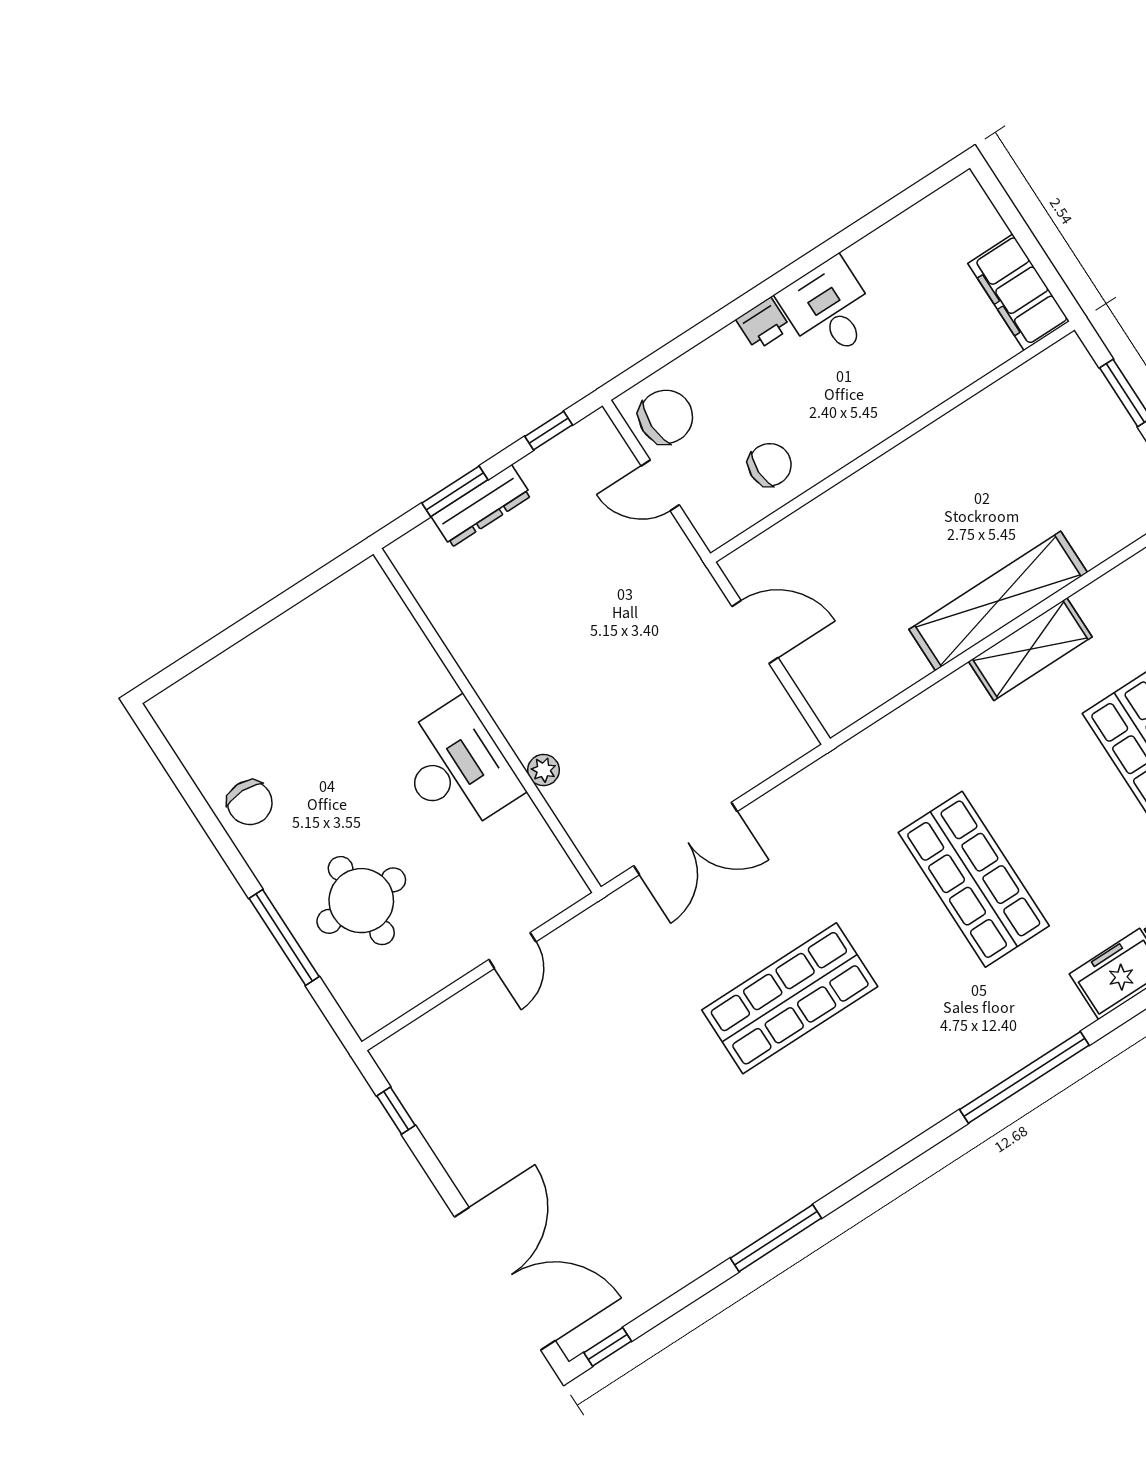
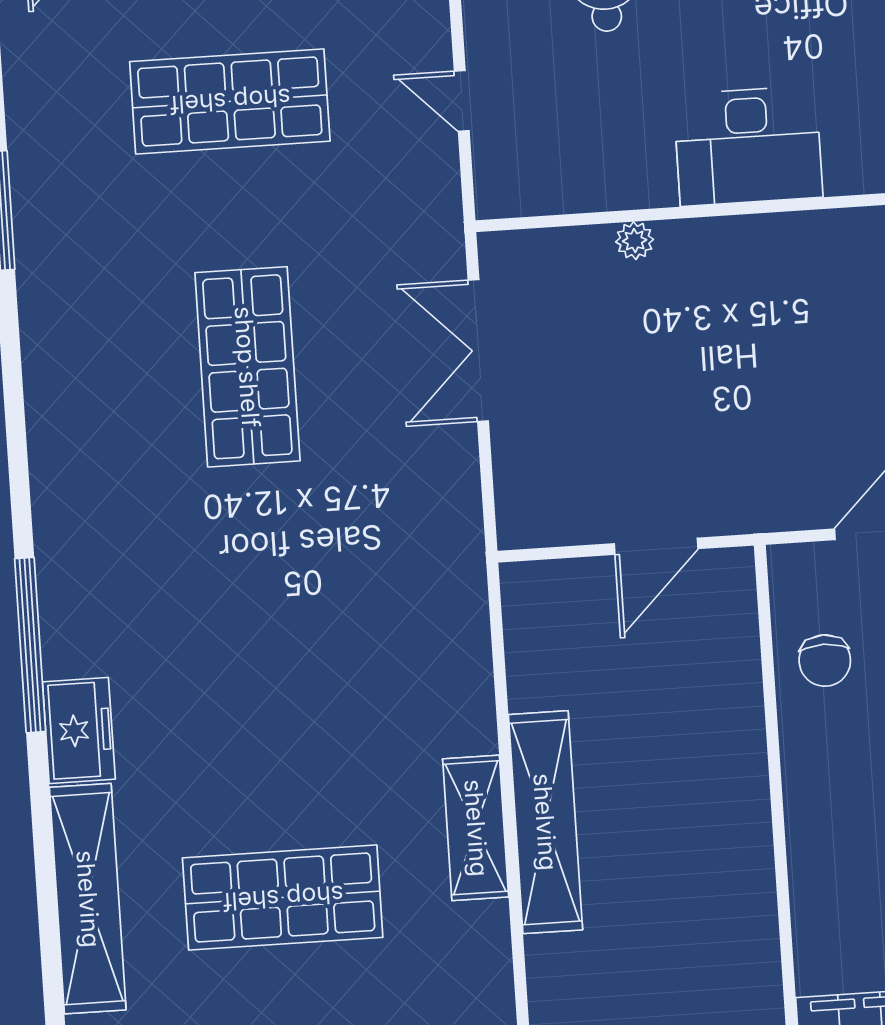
desk: (457, 767) -> (748, 146), moved
shop shelf: (974, 879) -> (230, 101), moved
window: (1024, 1077) -> (30, 645), moved

